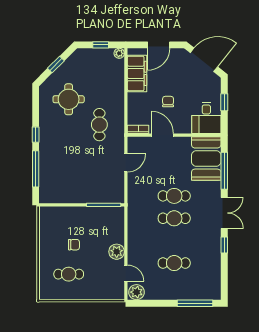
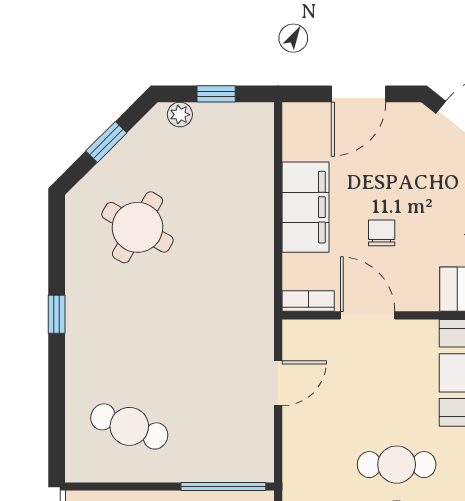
plant: (119, 53) -> (180, 115), moved
filing cabinet: (137, 73) -> (305, 207), moved
round table: (69, 99) -> (137, 227), turned 30
cafe table: (99, 125) -> (129, 426), moved, turned -70
window: (36, 169) -> (57, 398), removed

